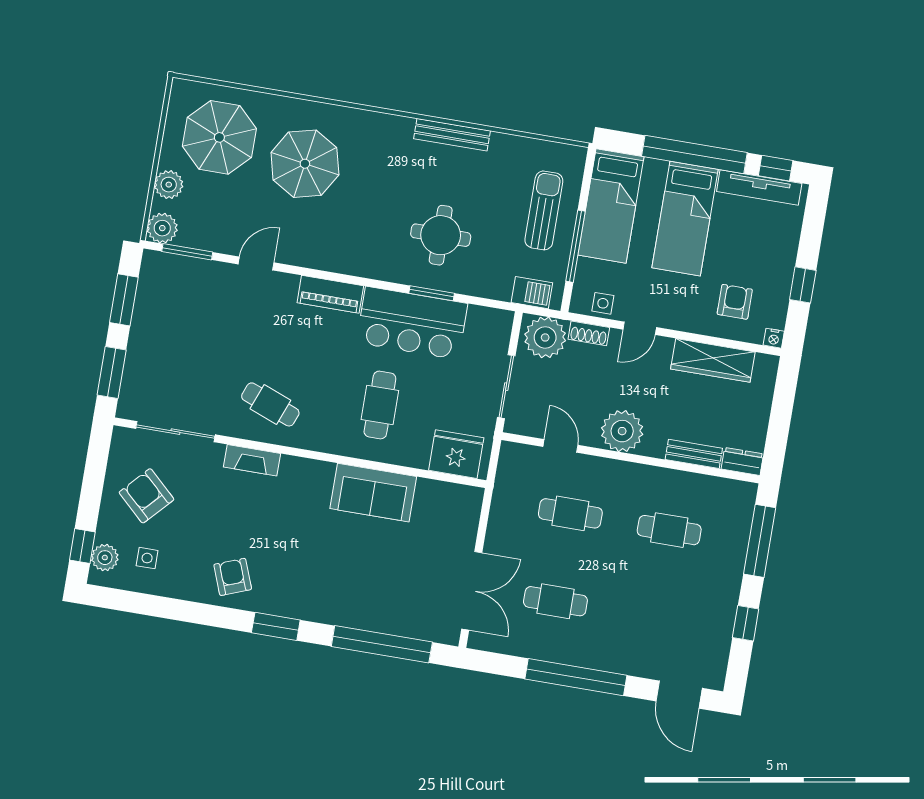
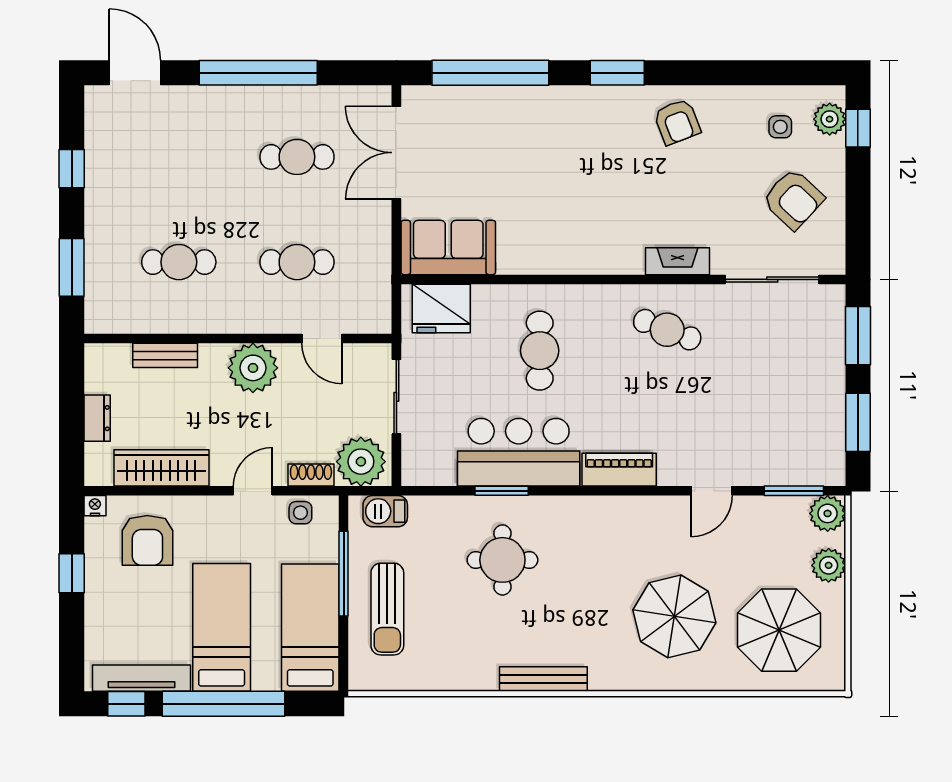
bench: (452, 135) -> (543, 679), moved
armchair: (735, 302) -> (147, 540), width x1.38, depth x1.38
dresser: (742, 461) -> (97, 418), moved, turned -90
sofa: (373, 493) -> (448, 247), moved
window: (760, 541) -> (72, 267), width x0.69

